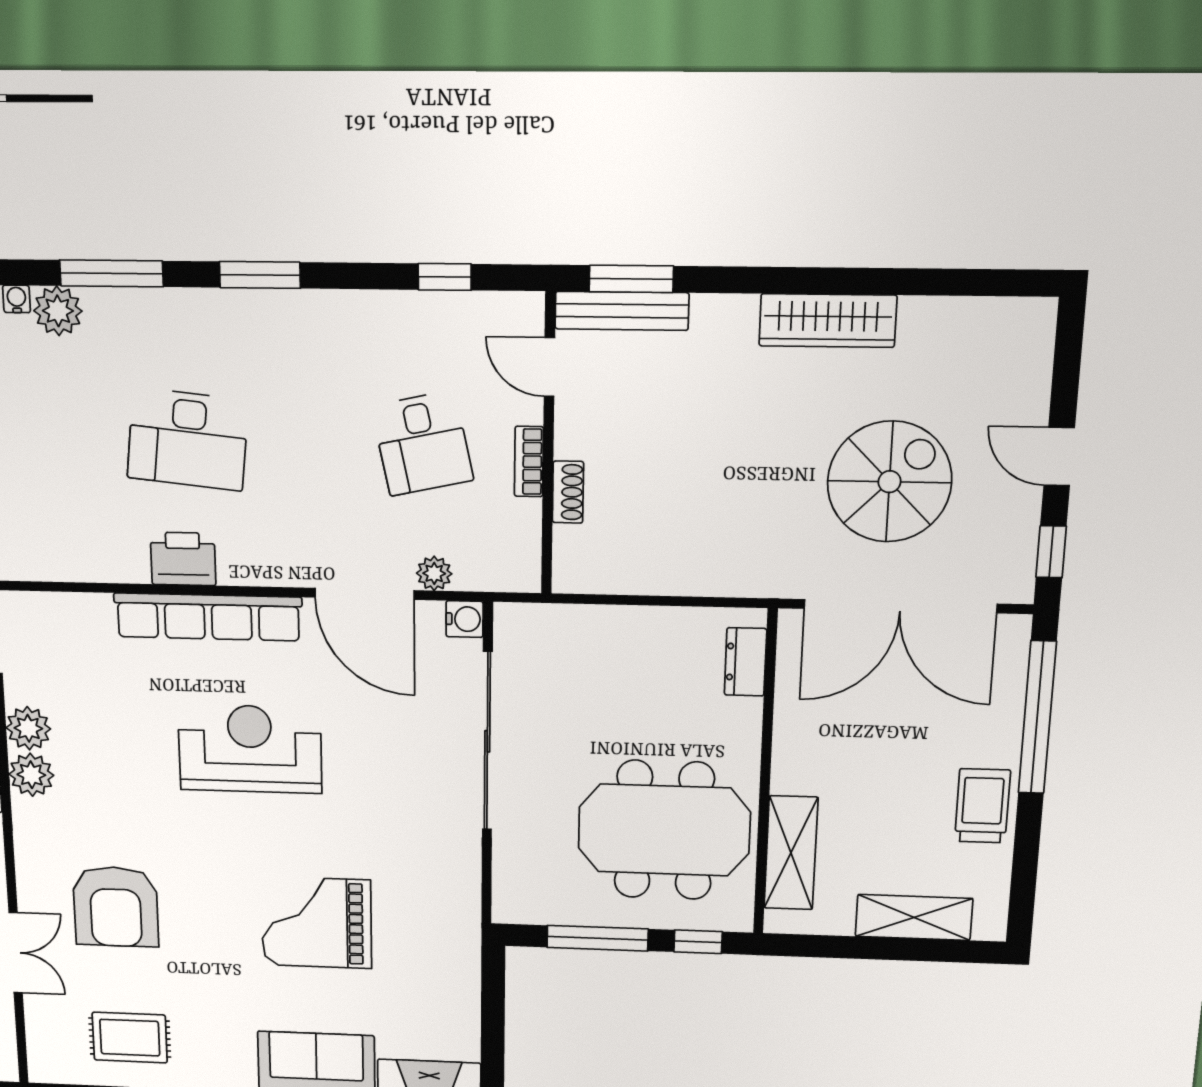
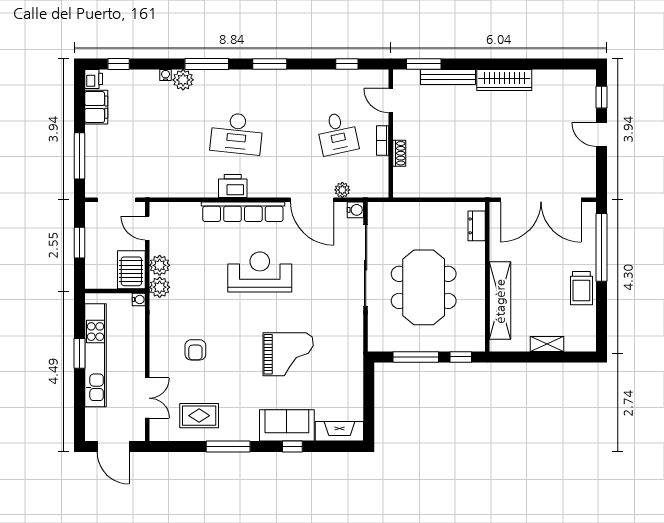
bench: (622, 311) -> (448, 77), moved
spiral stairs: (890, 482) -> (533, 146), removed
window: (1051, 552) -> (602, 97), moved
trolley: (982, 806) -> (581, 288), turned 180
meeting table: (664, 830) -> (424, 287), moved, turned 90
shelving: (791, 853) -> (500, 301), width x1.47
armchair: (116, 907) -> (195, 350), width x0.53, depth x0.53
shelving: (914, 917) -> (547, 344), width x0.67, depth x0.75
grand piano: (316, 923) -> (288, 354), turned 180
double door: (16, 953) -> (147, 398), moved

